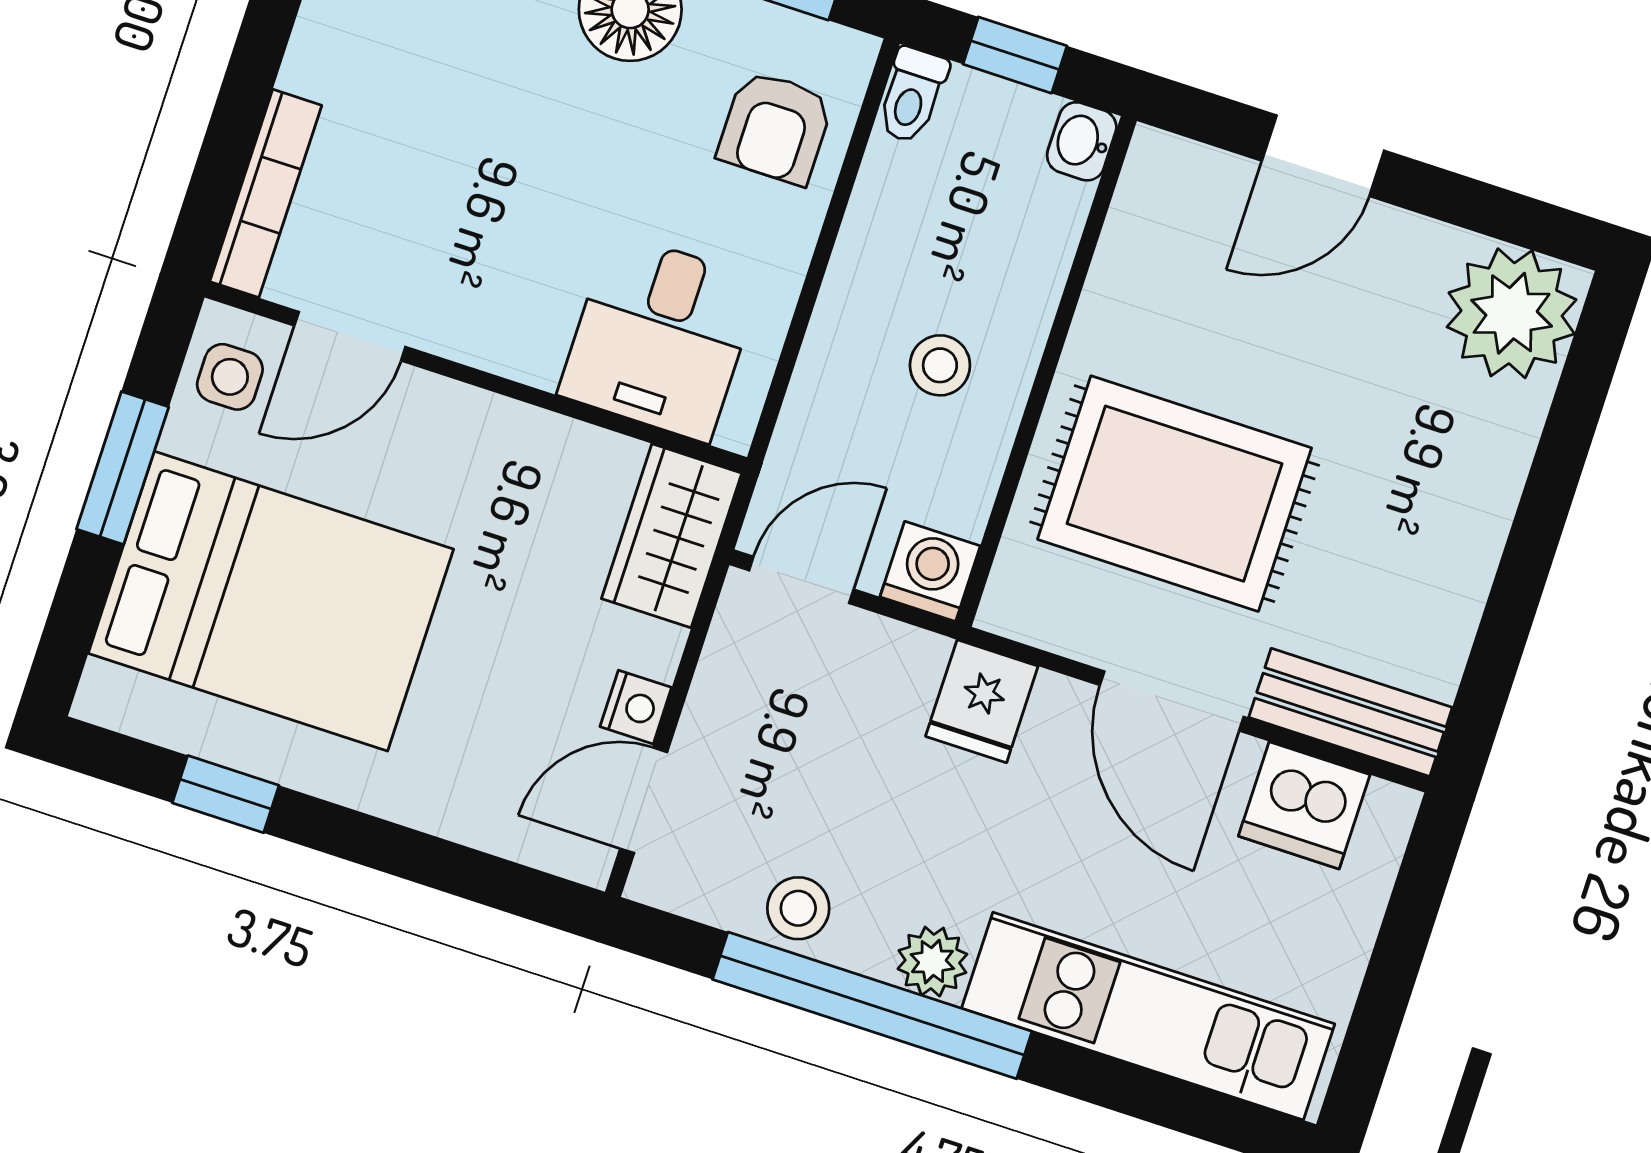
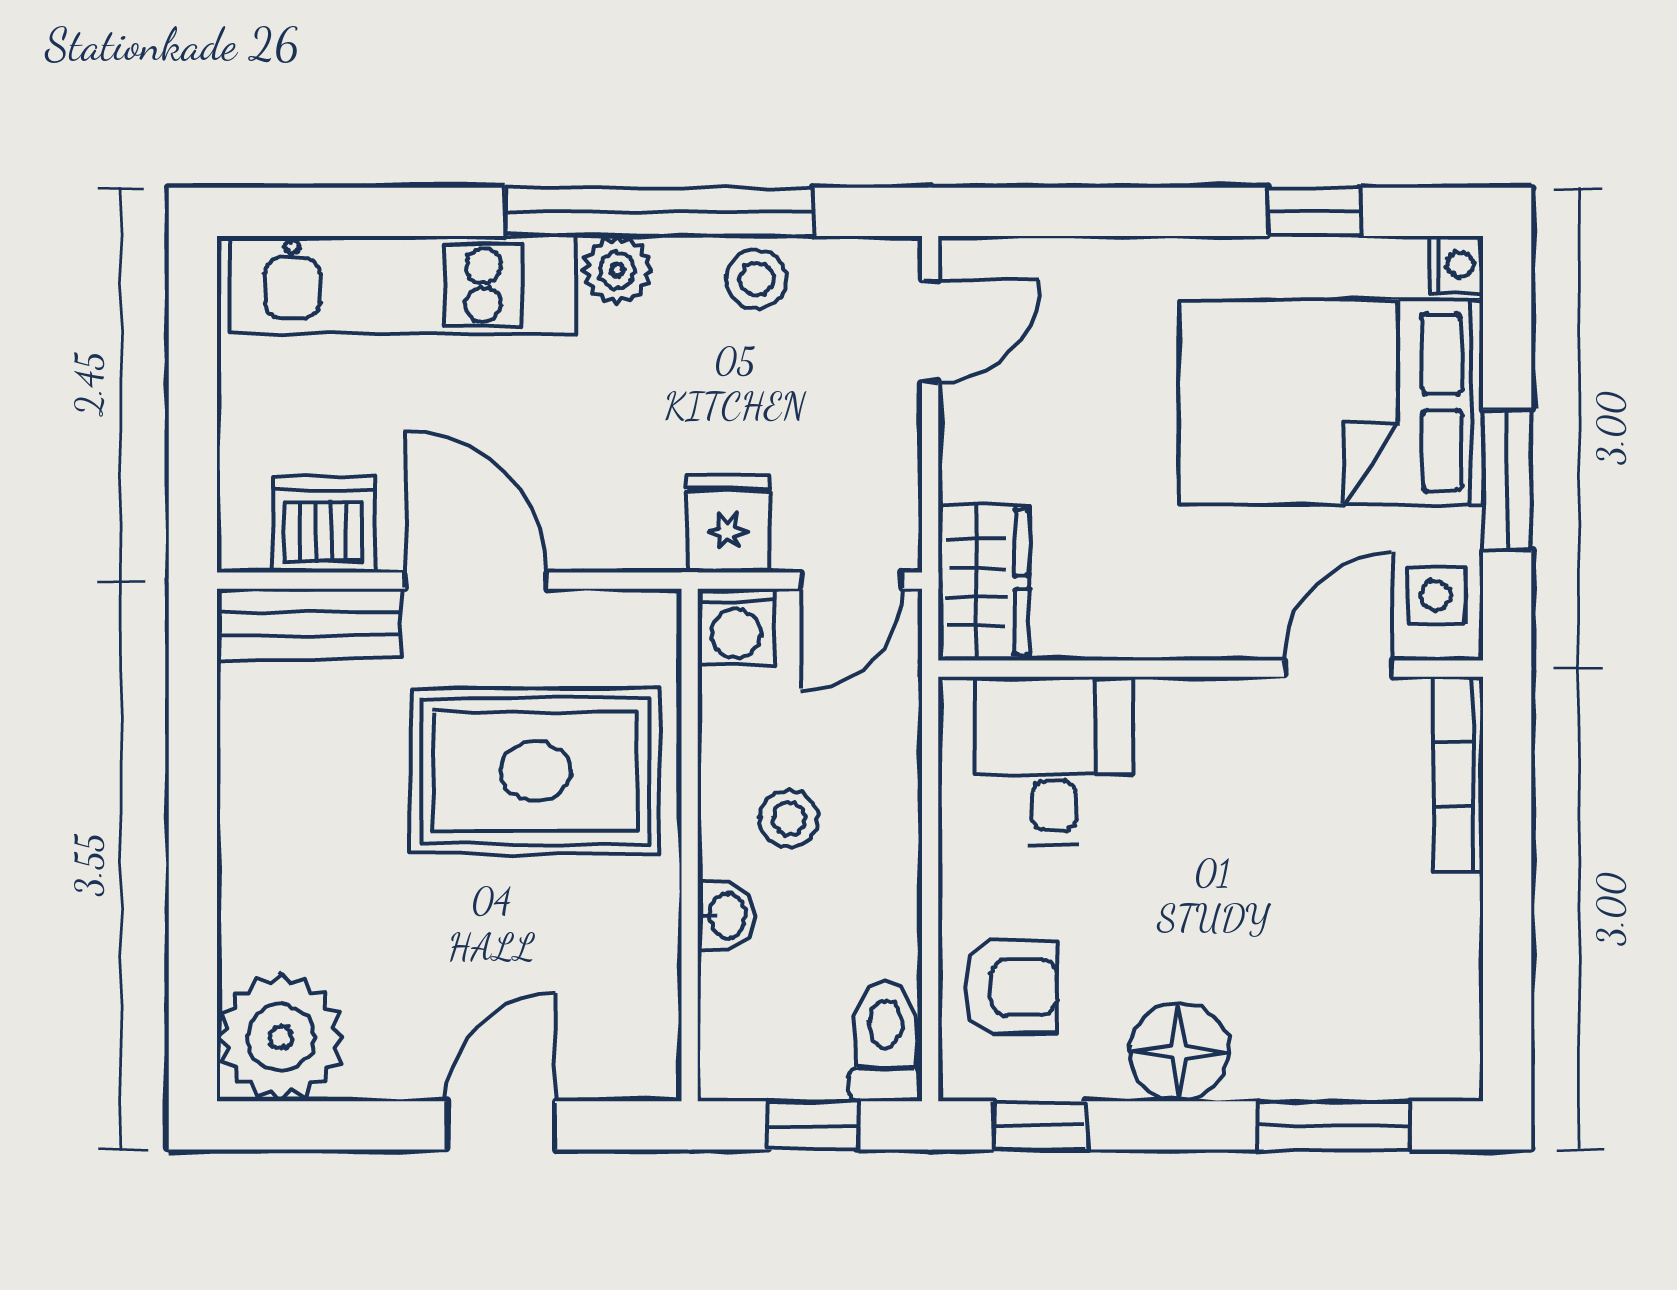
toilet: (912, 95) -> (885, 1041), width x1.37, depth x1.39
armchair: (775, 127) -> (1011, 987), turned 90
washbasin: (1082, 141) -> (726, 916), moved
fridge: (982, 701) -> (728, 523), moved
nightstand: (636, 707) -> (1456, 265), moved, turned 180

